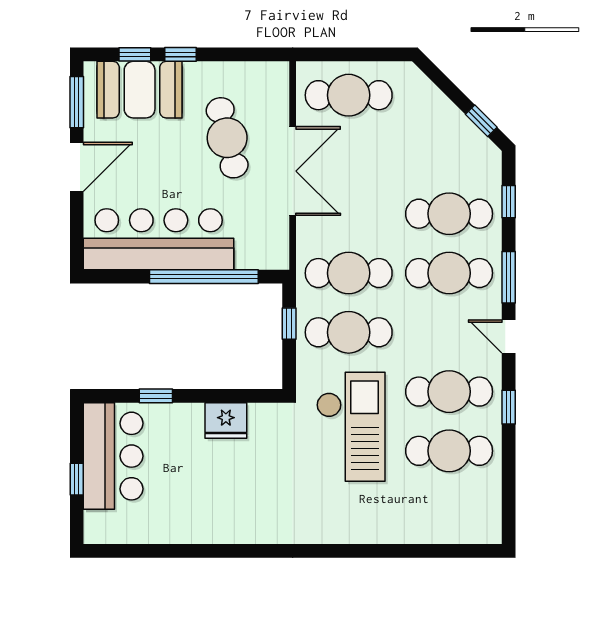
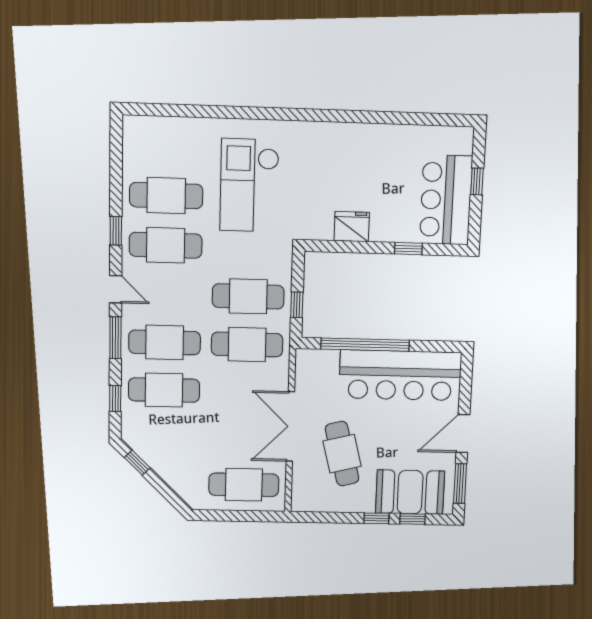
checkout: (351, 427) -> (249, 185), moved

